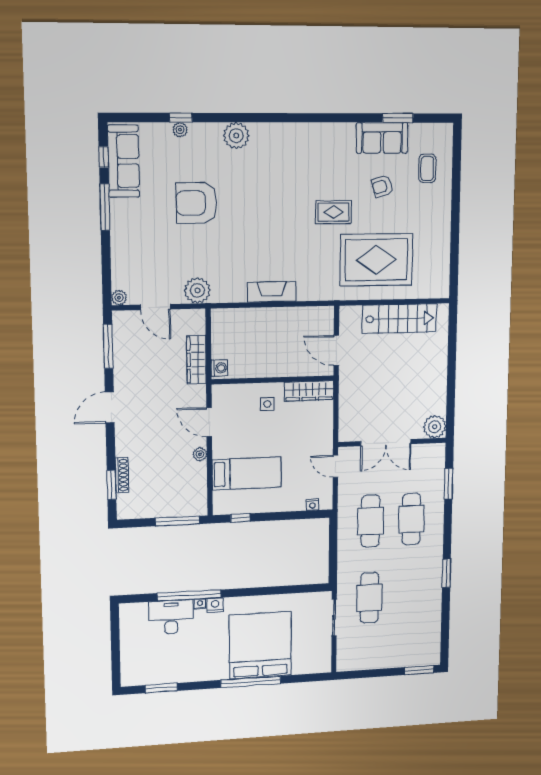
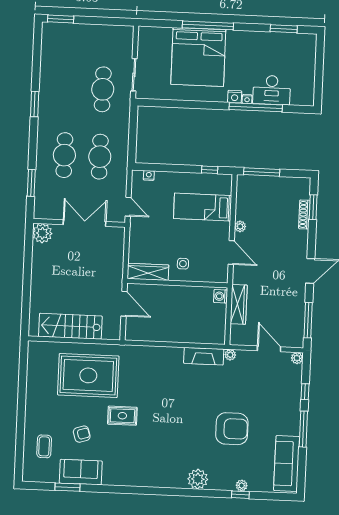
window: (104, 157) -> (305, 392), moved
plant: (197, 290) -> (230, 355), width x0.53, depth x0.53
fireplace: (272, 292) -> (204, 356), moved

